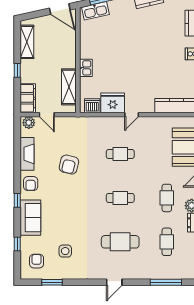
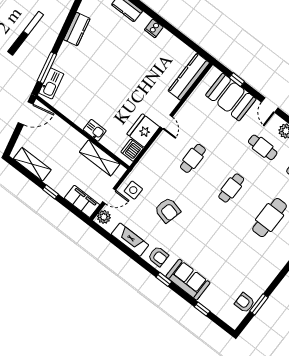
side table: (65, 251) -> (133, 190), moved
armchair: (37, 261) -> (245, 303), moved

